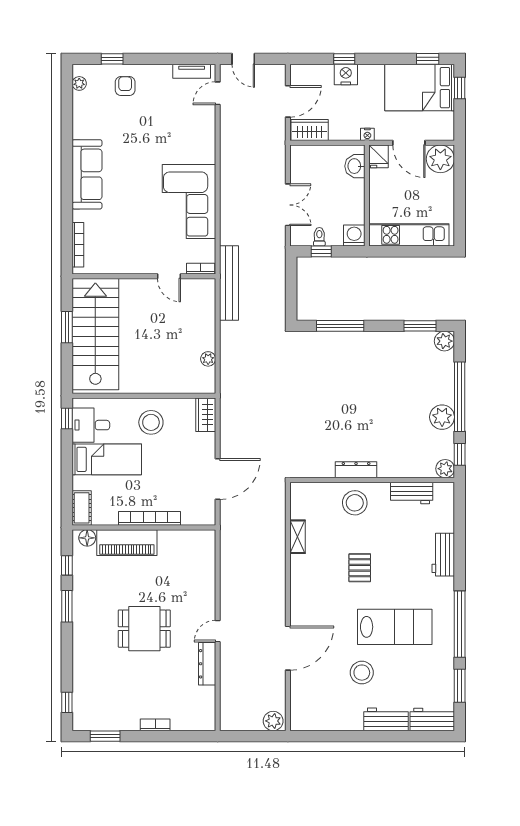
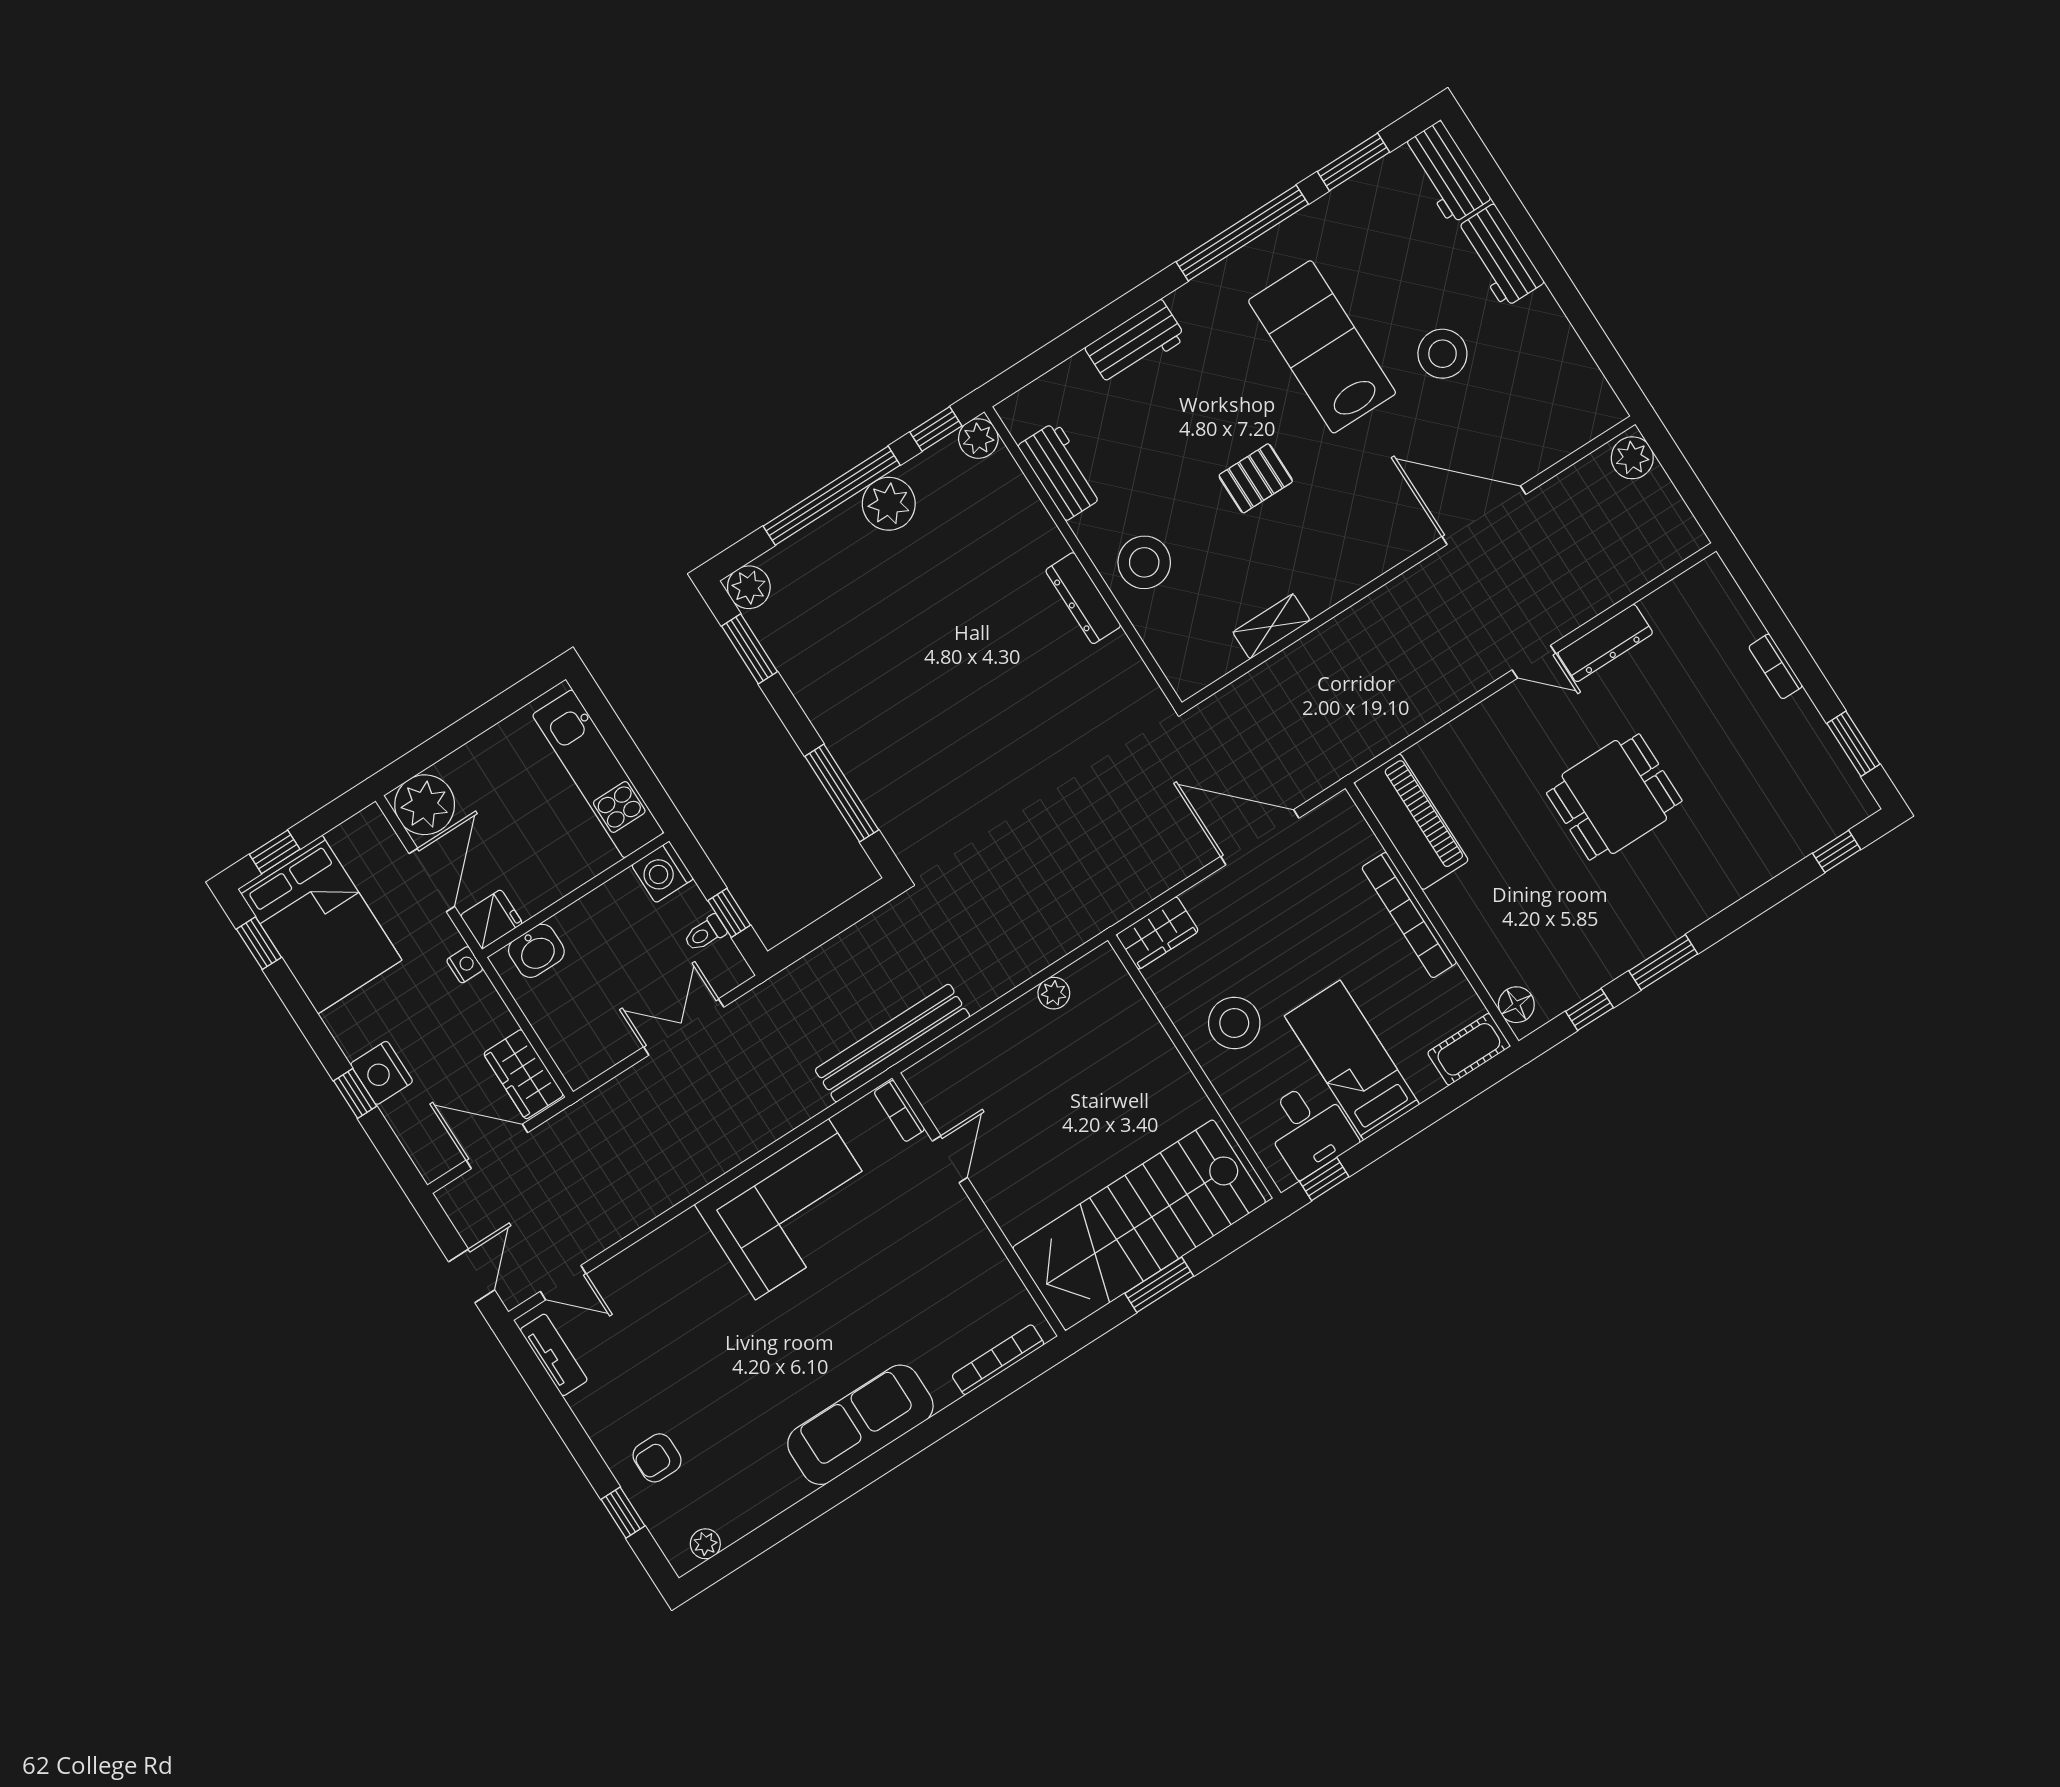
piano: (127, 543) -> (1411, 822), moved
dining table: (144, 629) -> (1614, 797), turned 90

